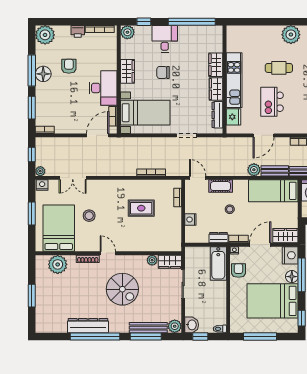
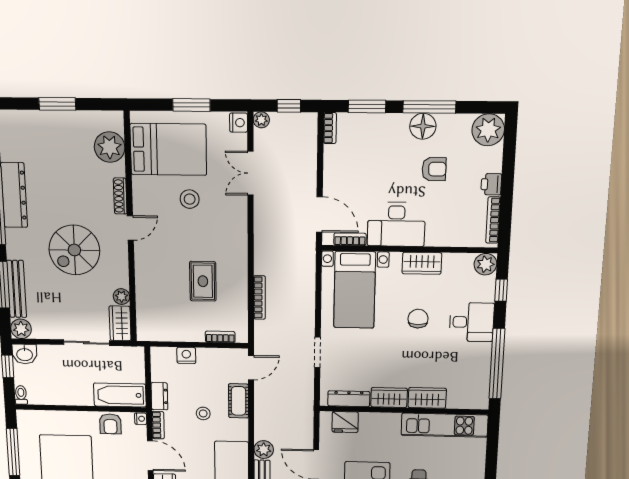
kitchen unit: (234, 80) -> (445, 425), moved
armchair: (238, 270) -> (110, 424), turned 90

